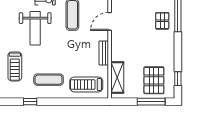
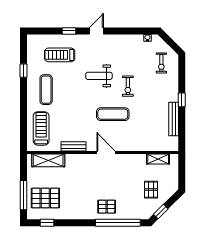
weight bench: (35, 28) -> (99, 76), width x0.73, depth x0.75

